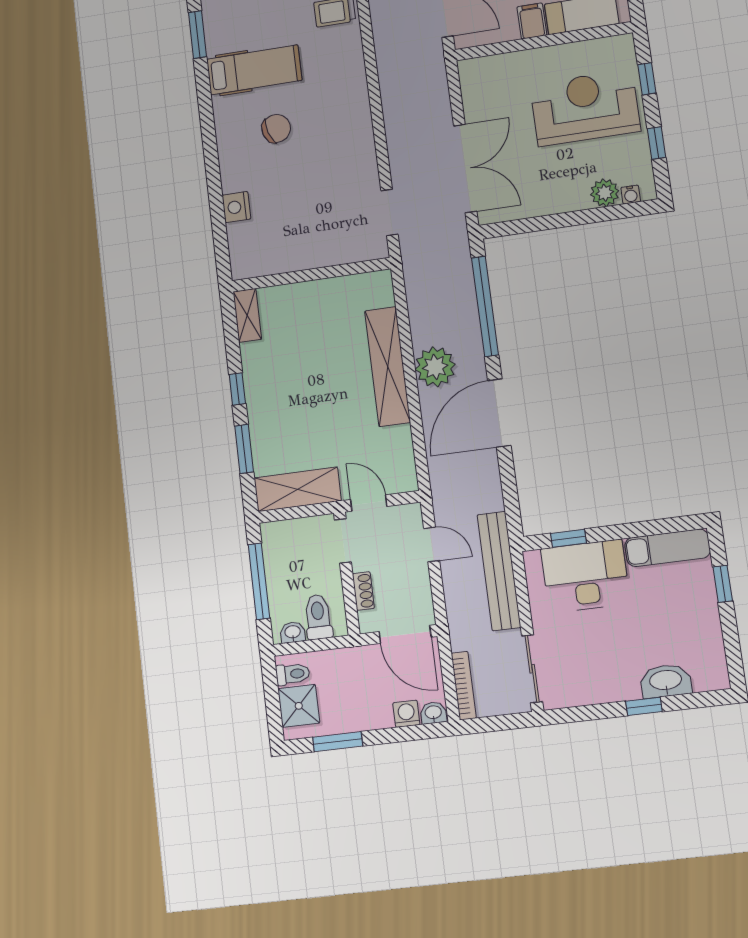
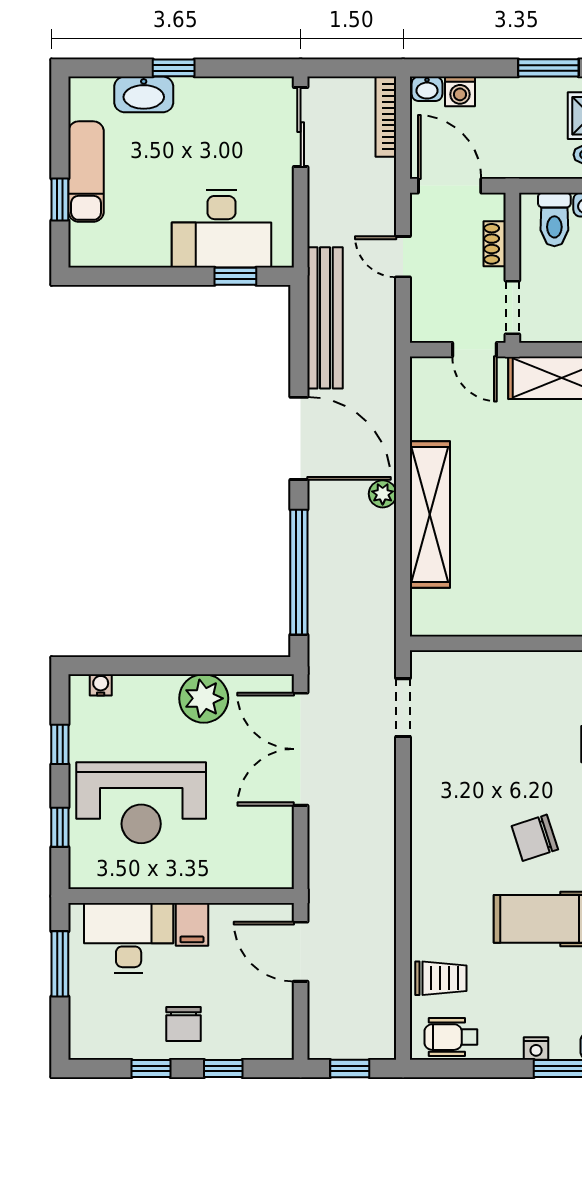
plant: (605, 193) -> (204, 698), moved, width x1.36, depth x1.36
plant: (435, 367) -> (383, 494), width x0.53, depth x0.53
door: (499, 413) -> (299, 438), hinge flipped
door: (432, 544) -> (403, 257), moved
exam couch: (668, 548) -> (86, 172), moved, turned 90
bench: (499, 571) -> (325, 318), moved

